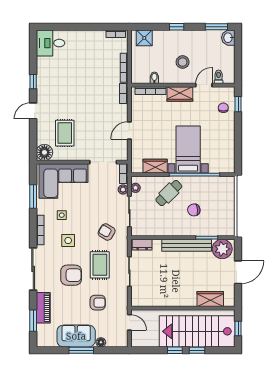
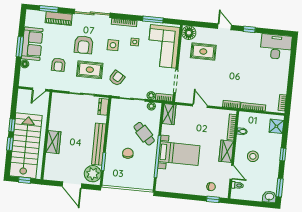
desk: (50, 43) -> (276, 47), width x1.37
wardrobe: (155, 166) -> (169, 114), moved
wardrobe: (210, 299) -> (53, 142), moved

